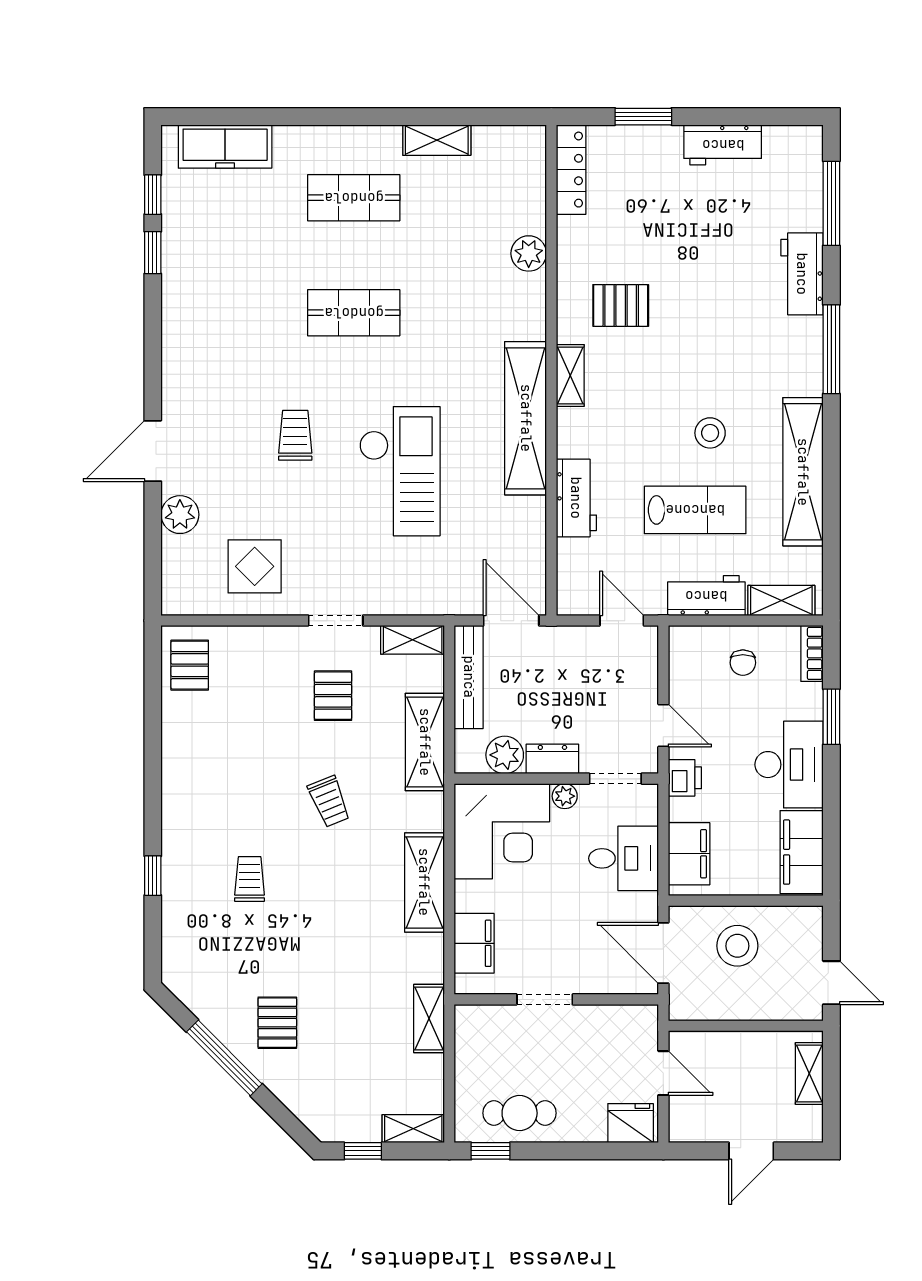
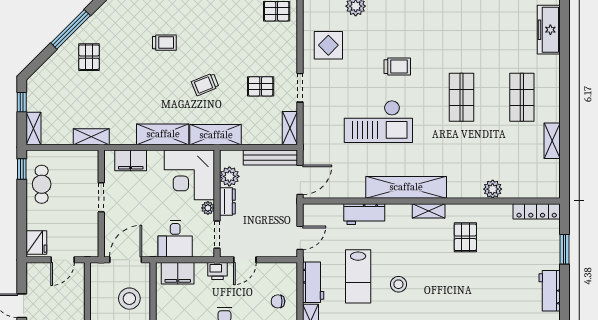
shelving: (425, 742) -> (216, 135), moved
pallet: (277, 1023) -> (89, 57), turned 90

